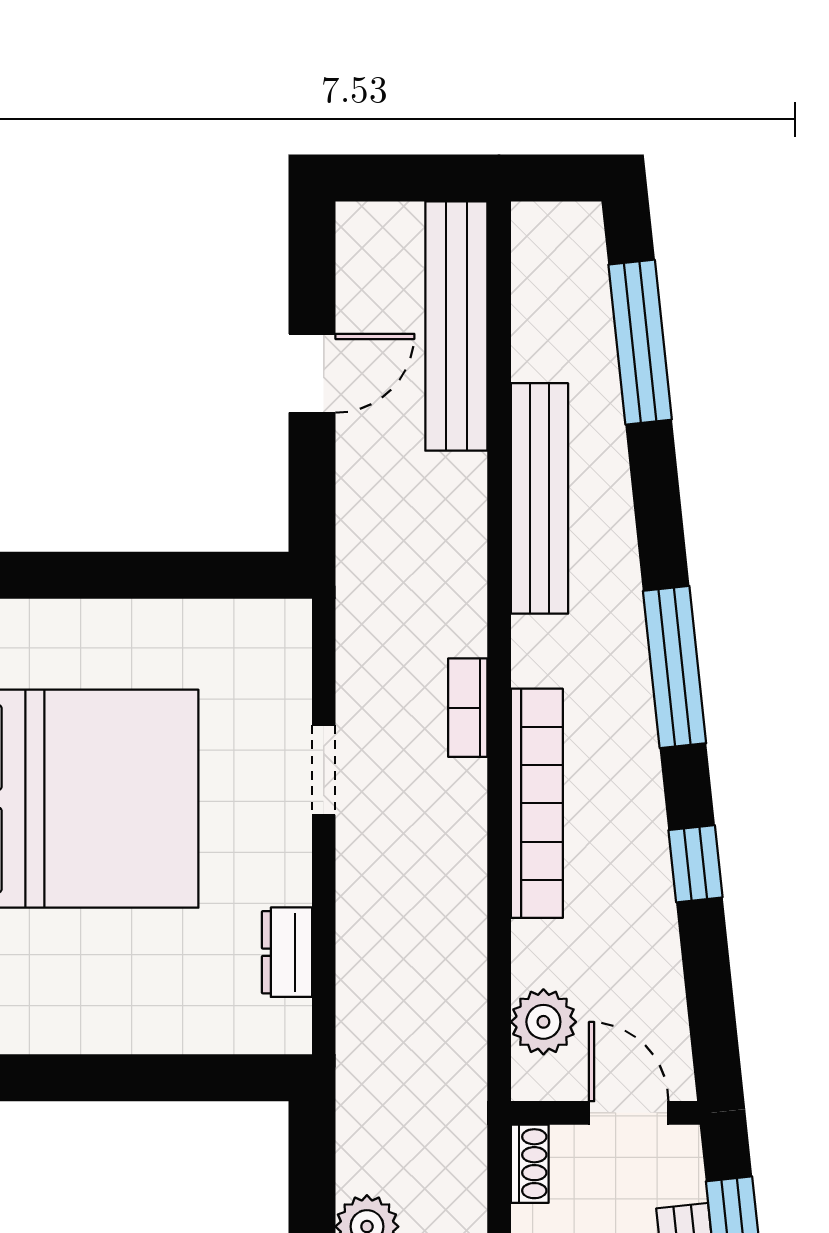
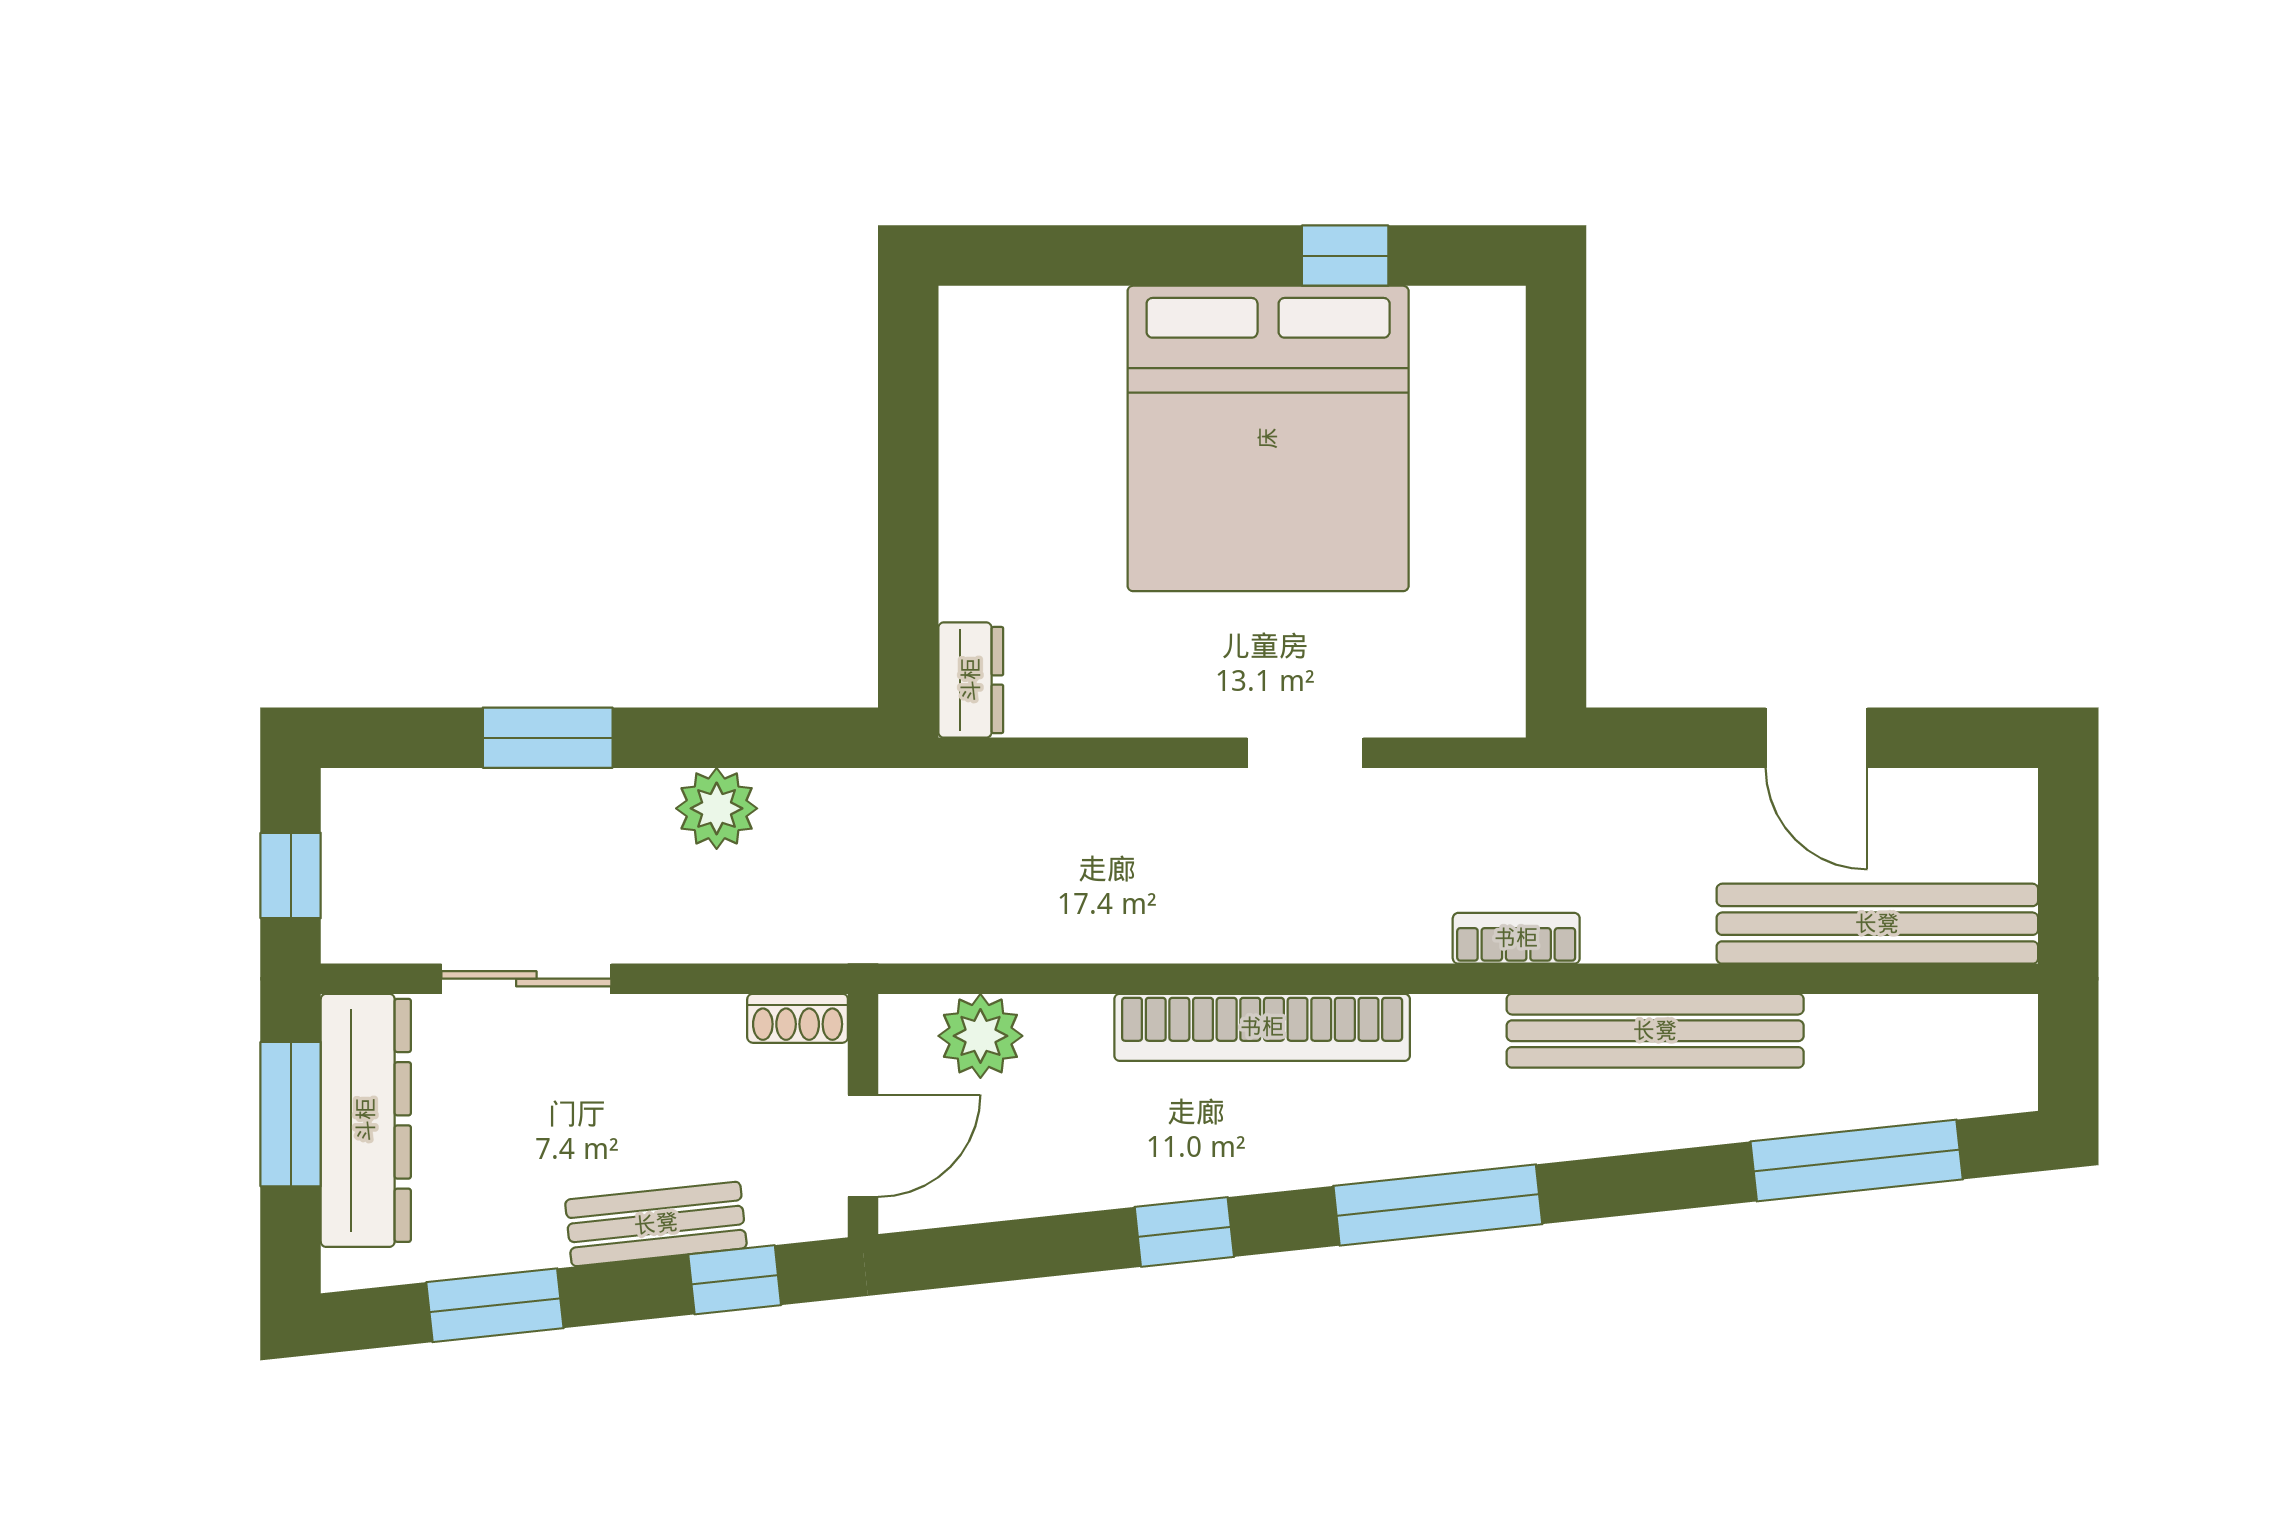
bookcase: (468, 708) -> (1516, 938), moved
dresser: (287, 952) -> (971, 680), moved, turned 90

